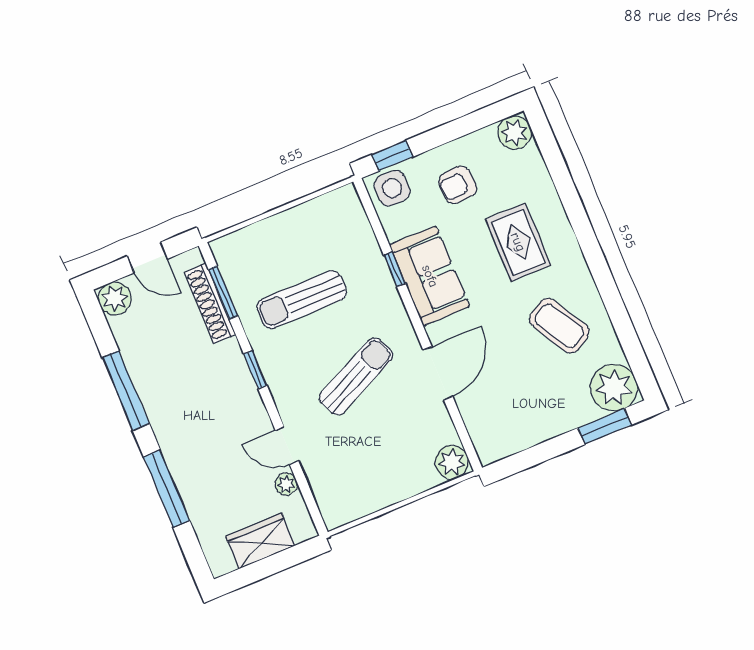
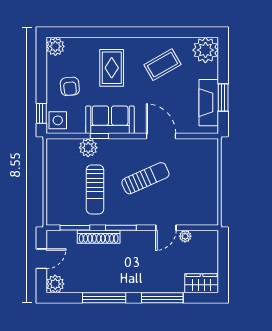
rug: (518, 242) -> (112, 68), turned 90
shoe rack: (210, 303) -> (99, 237), moved
window: (255, 370) -> (121, 228), width x1.50
sun lounger: (356, 376) -> (145, 178), turned 91
window: (605, 426) -> (223, 98), moved
fireplace: (528, 430) -> (209, 103), added
plant: (452, 462) -> (88, 148), moved
wardrobe: (260, 541) -> (202, 283), moved, turned 90

